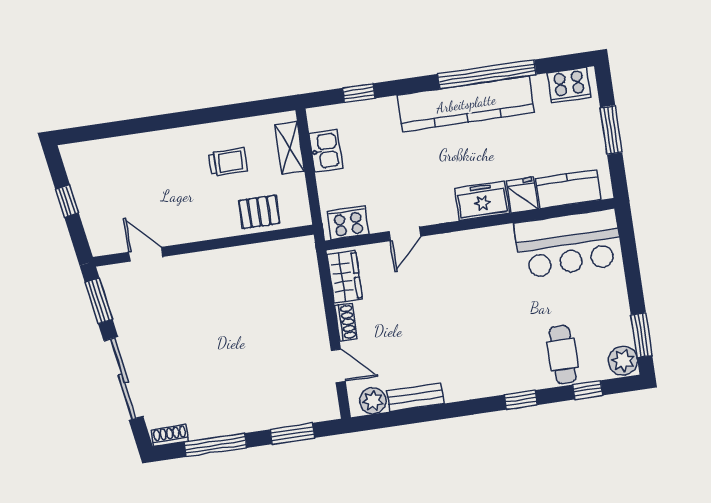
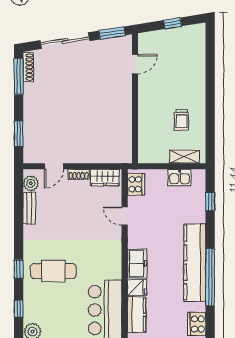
pallet: (259, 212) -> (150, 134), removed
cafe table: (563, 355) -> (53, 271), moved, width x1.37, depth x1.35
shoe rack: (170, 435) -> (28, 67), width x1.43
window: (215, 445) -> (19, 76), moved

